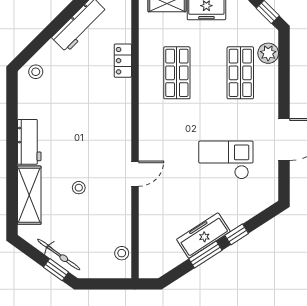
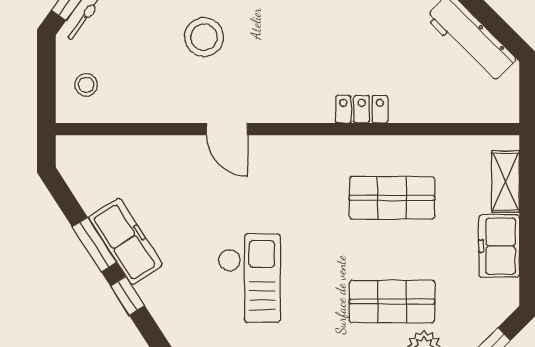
locker: (123, 61) -> (362, 109), moved
stool: (79, 188) -> (204, 37), width x1.89, depth x1.89
stool: (122, 253) -> (86, 85), moved

